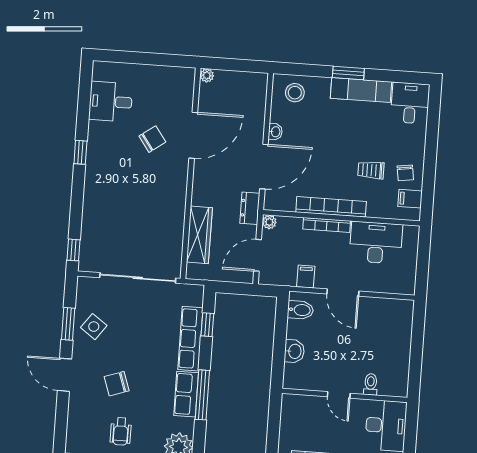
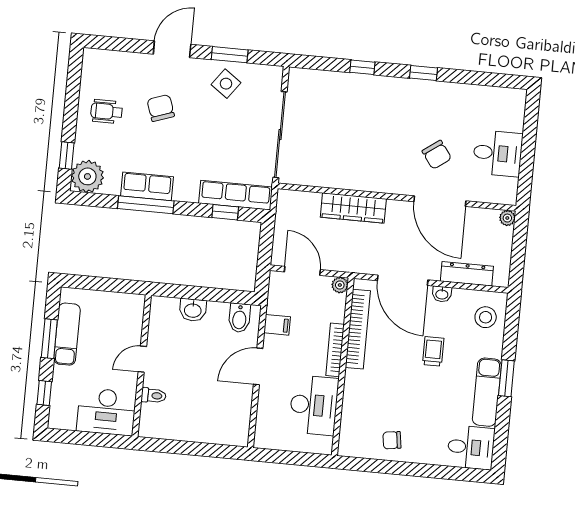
desk: (111, 102) -> (498, 153), moved, turned 90
trolley: (371, 170) -> (433, 351), moved
filing cabinet: (410, 199) -> (363, 445), removed
bookcase: (331, 207) -> (358, 329), moved
dresser: (250, 208) -> (467, 274), moved, width x1.44
wardrobe: (199, 235) -> (353, 208), moved
window: (73, 250) -> (362, 67), moved
row of seats: (190, 339) -> (236, 195), moved

